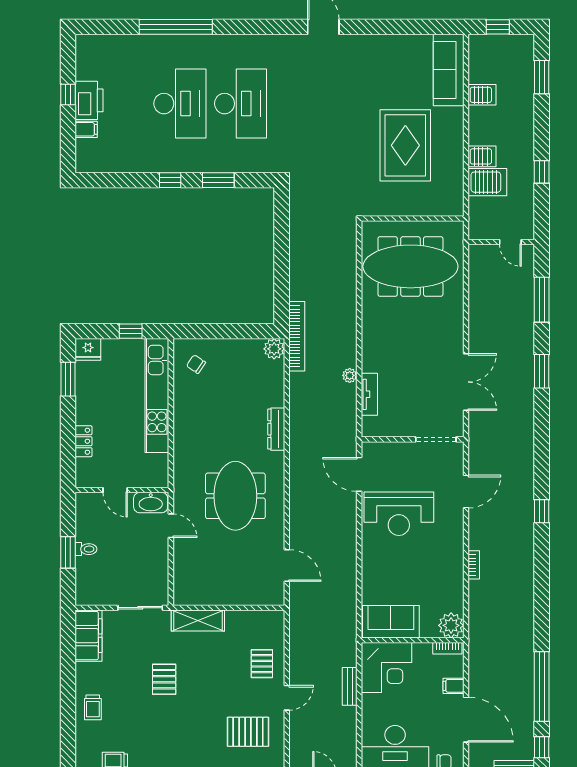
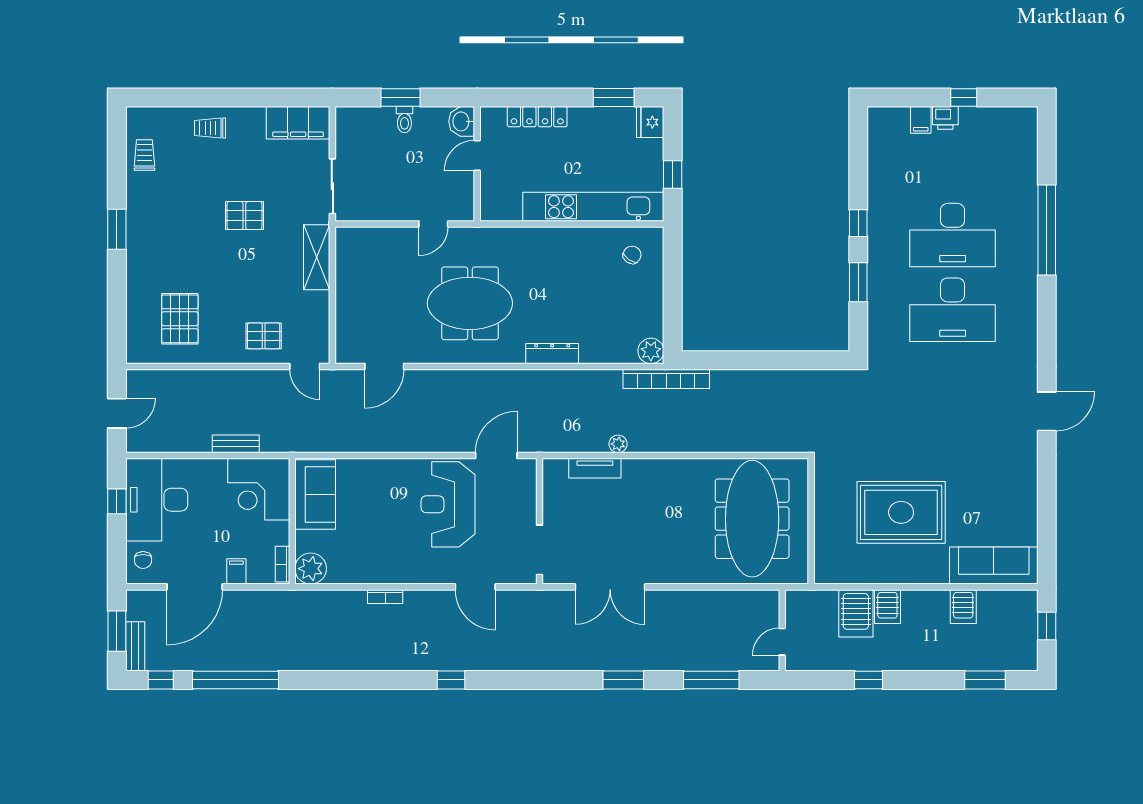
printer: (89, 100) -> (945, 118), width x0.53, depth x0.68
locker: (84, 441) -> (537, 117), width x1.53
washbasin: (151, 503) -> (462, 121), moved, width x0.72
door: (287, 698) -> (305, 366), moved

